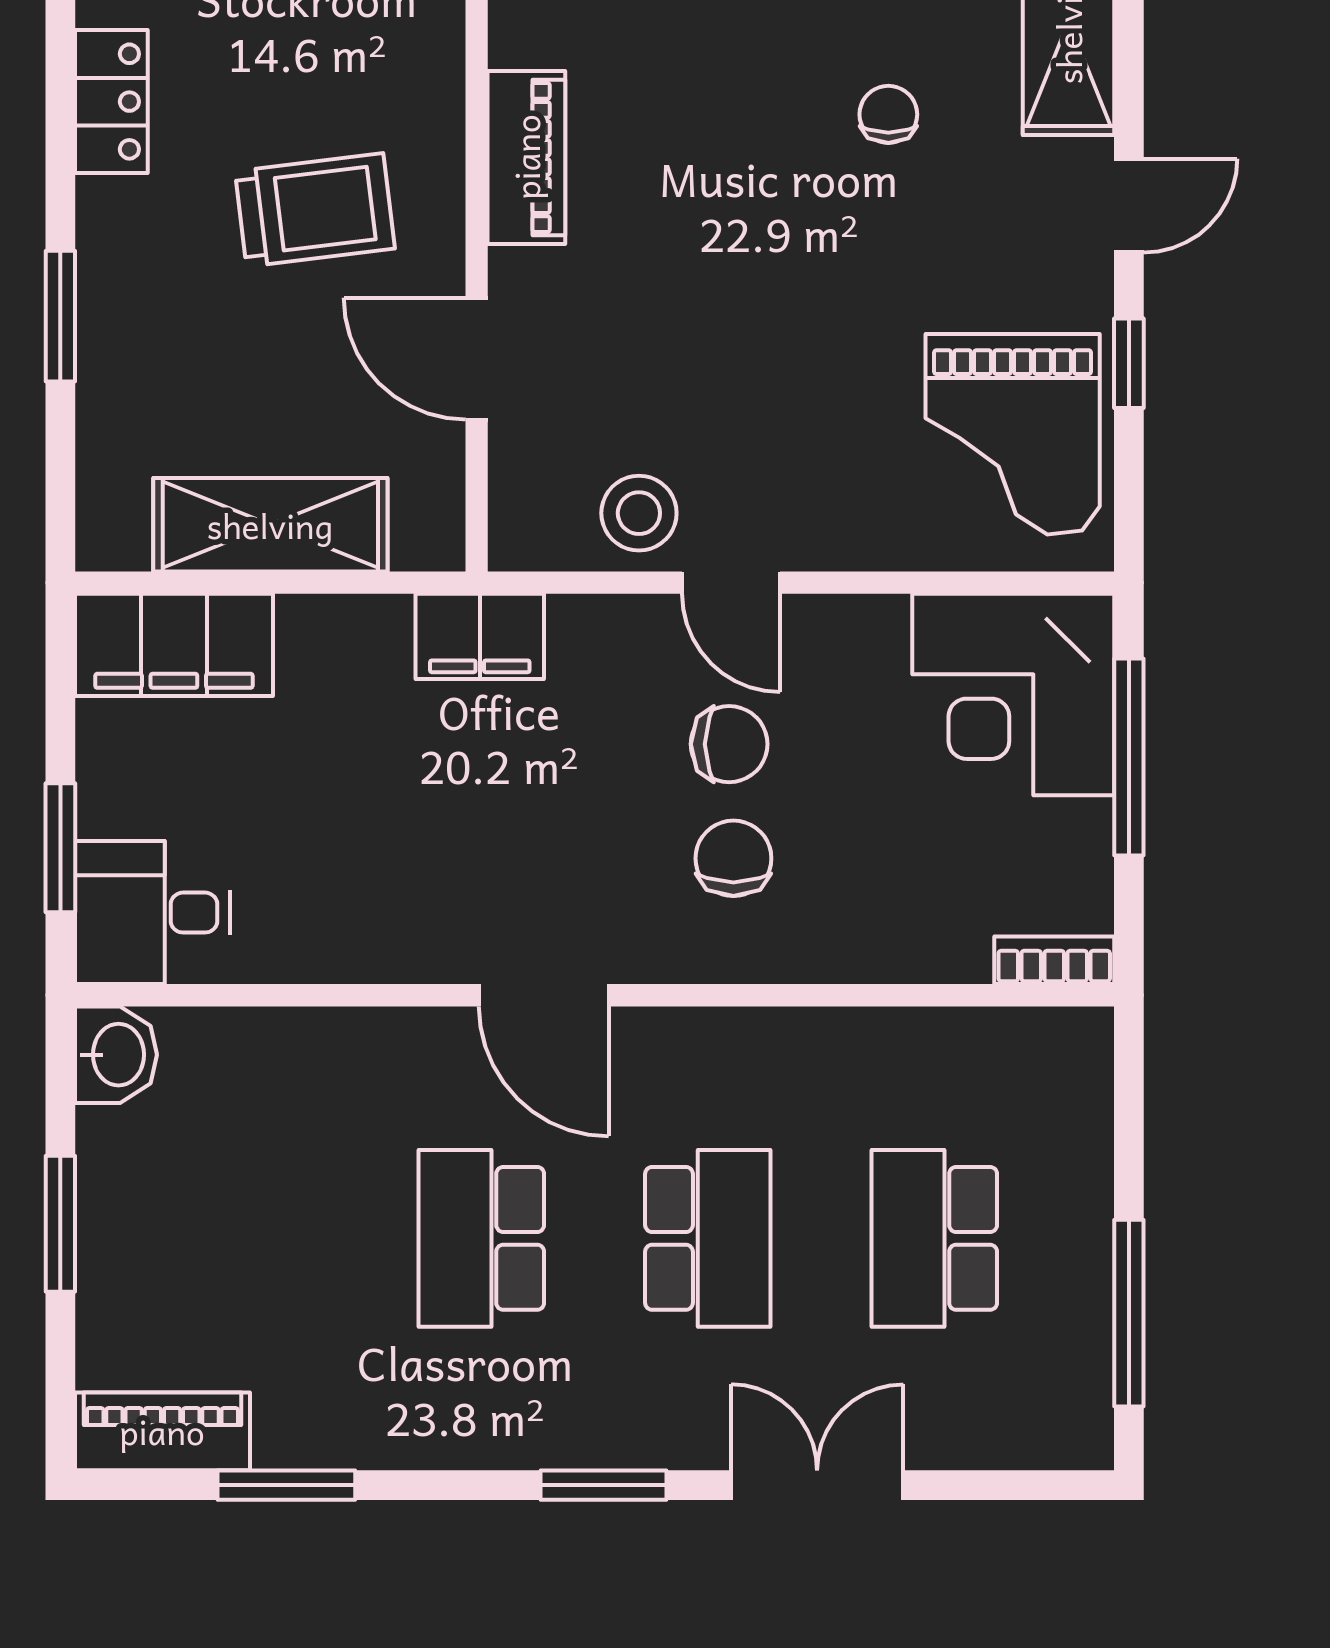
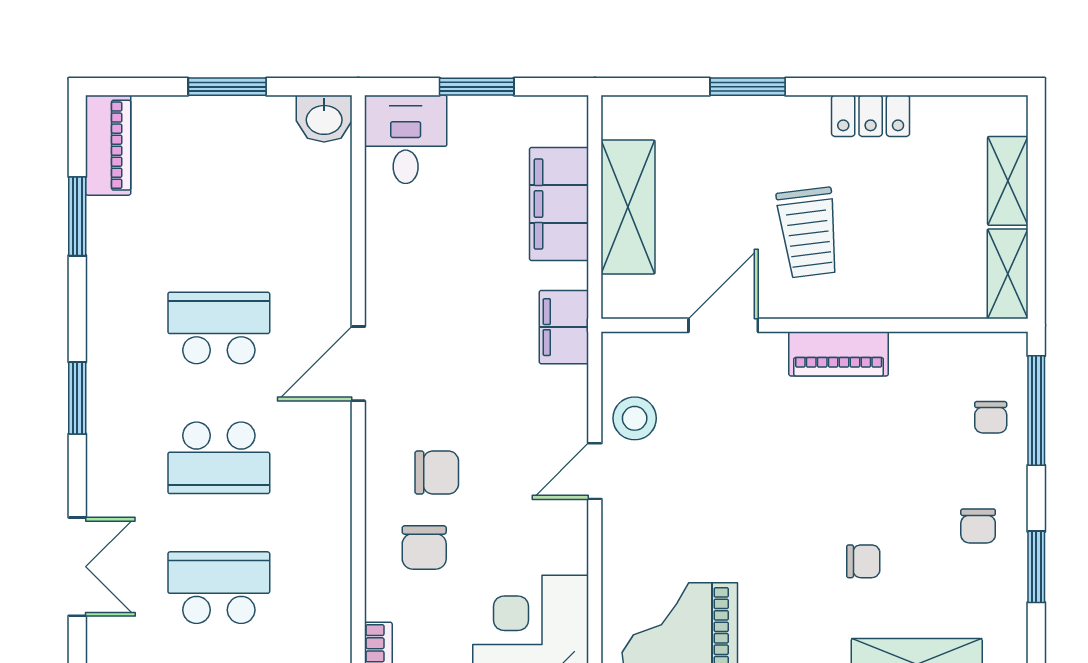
filing cabinet: (174, 645) -> (559, 204), moved
chair: (729, 744) -> (424, 547), moved
window: (60, 848) -> (477, 87), moved
double door: (817, 1485) -> (77, 567), moved

